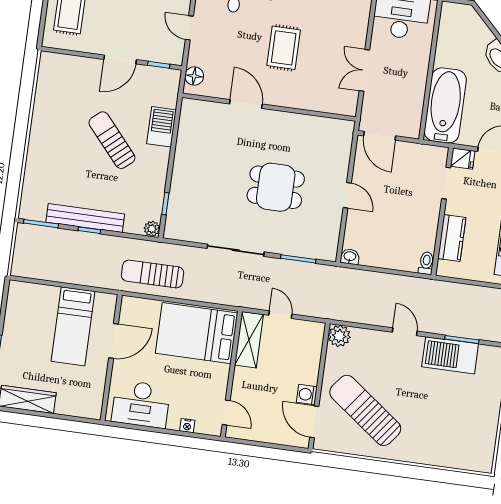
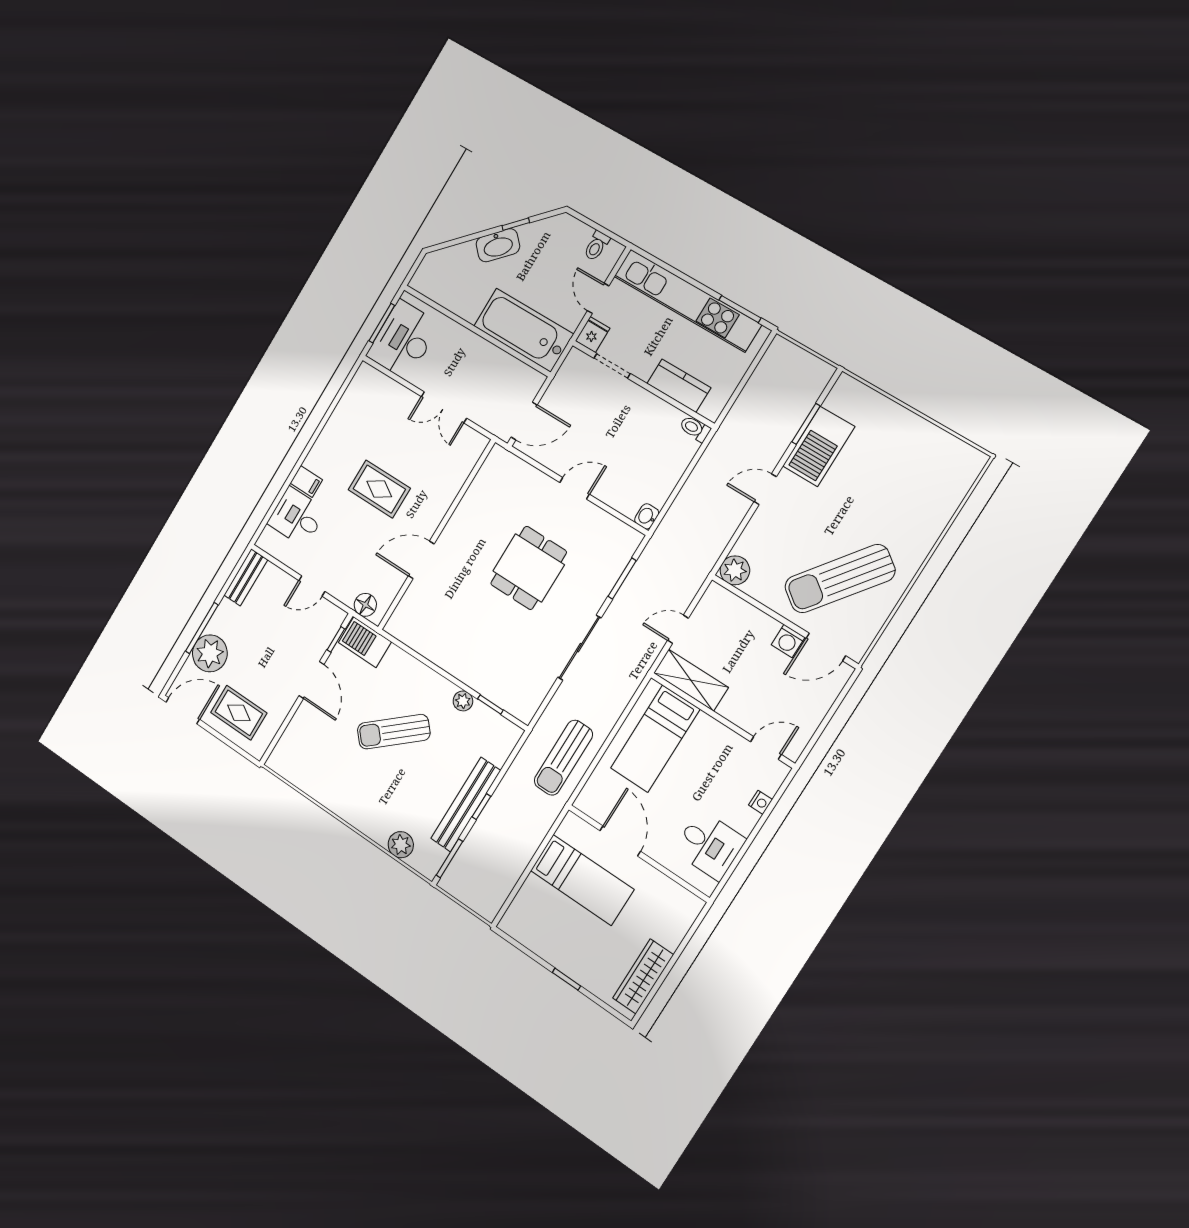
barbecue: (161, 127) -> (365, 642), moved
plant: (33, 183) -> (401, 845), added
plant: (152, 229) -> (463, 701), moved
bed: (197, 333) -> (655, 739), width x0.67
desk: (141, 404) -> (709, 845), width x0.73

